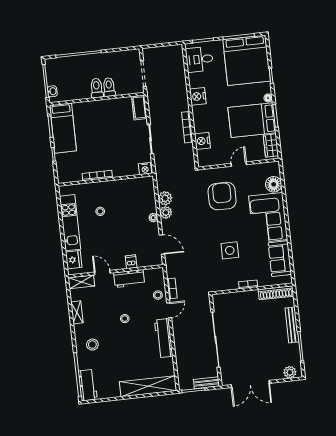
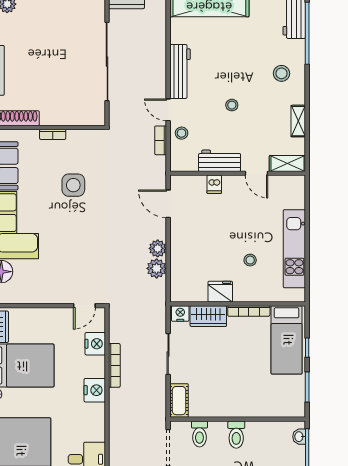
toilet: (109, 87) -> (199, 434), moved
nightstand: (198, 96) -> (95, 390), moved
bed: (63, 128) -> (287, 340), moved, turned 180
door: (239, 164) -> (84, 306), moved
wardrobe: (125, 169) -> (208, 316), added
armchair: (222, 196) -> (76, 263), removed
plant: (153, 218) -> (176, 243), removed
fridge: (74, 260) -> (220, 292), moved, turned 90
door: (169, 310) -> (168, 110), hinge flipped

